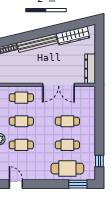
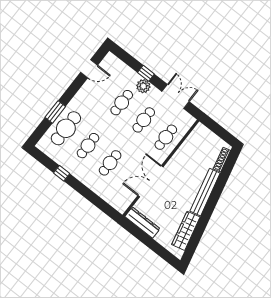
window: (99, 161) -> (62, 173), moved
window: (78, 184) -> (55, 112), moved

